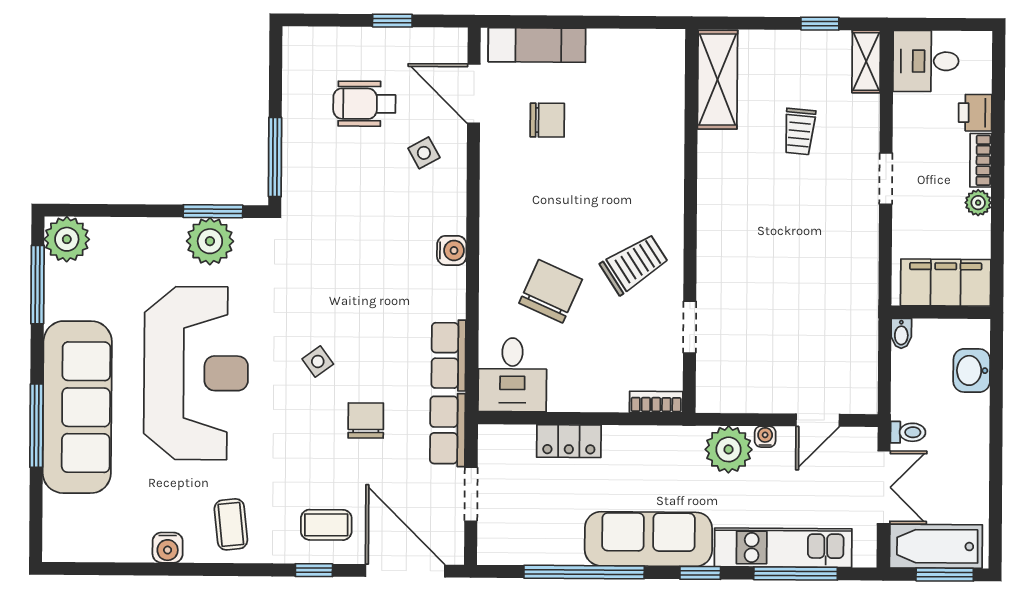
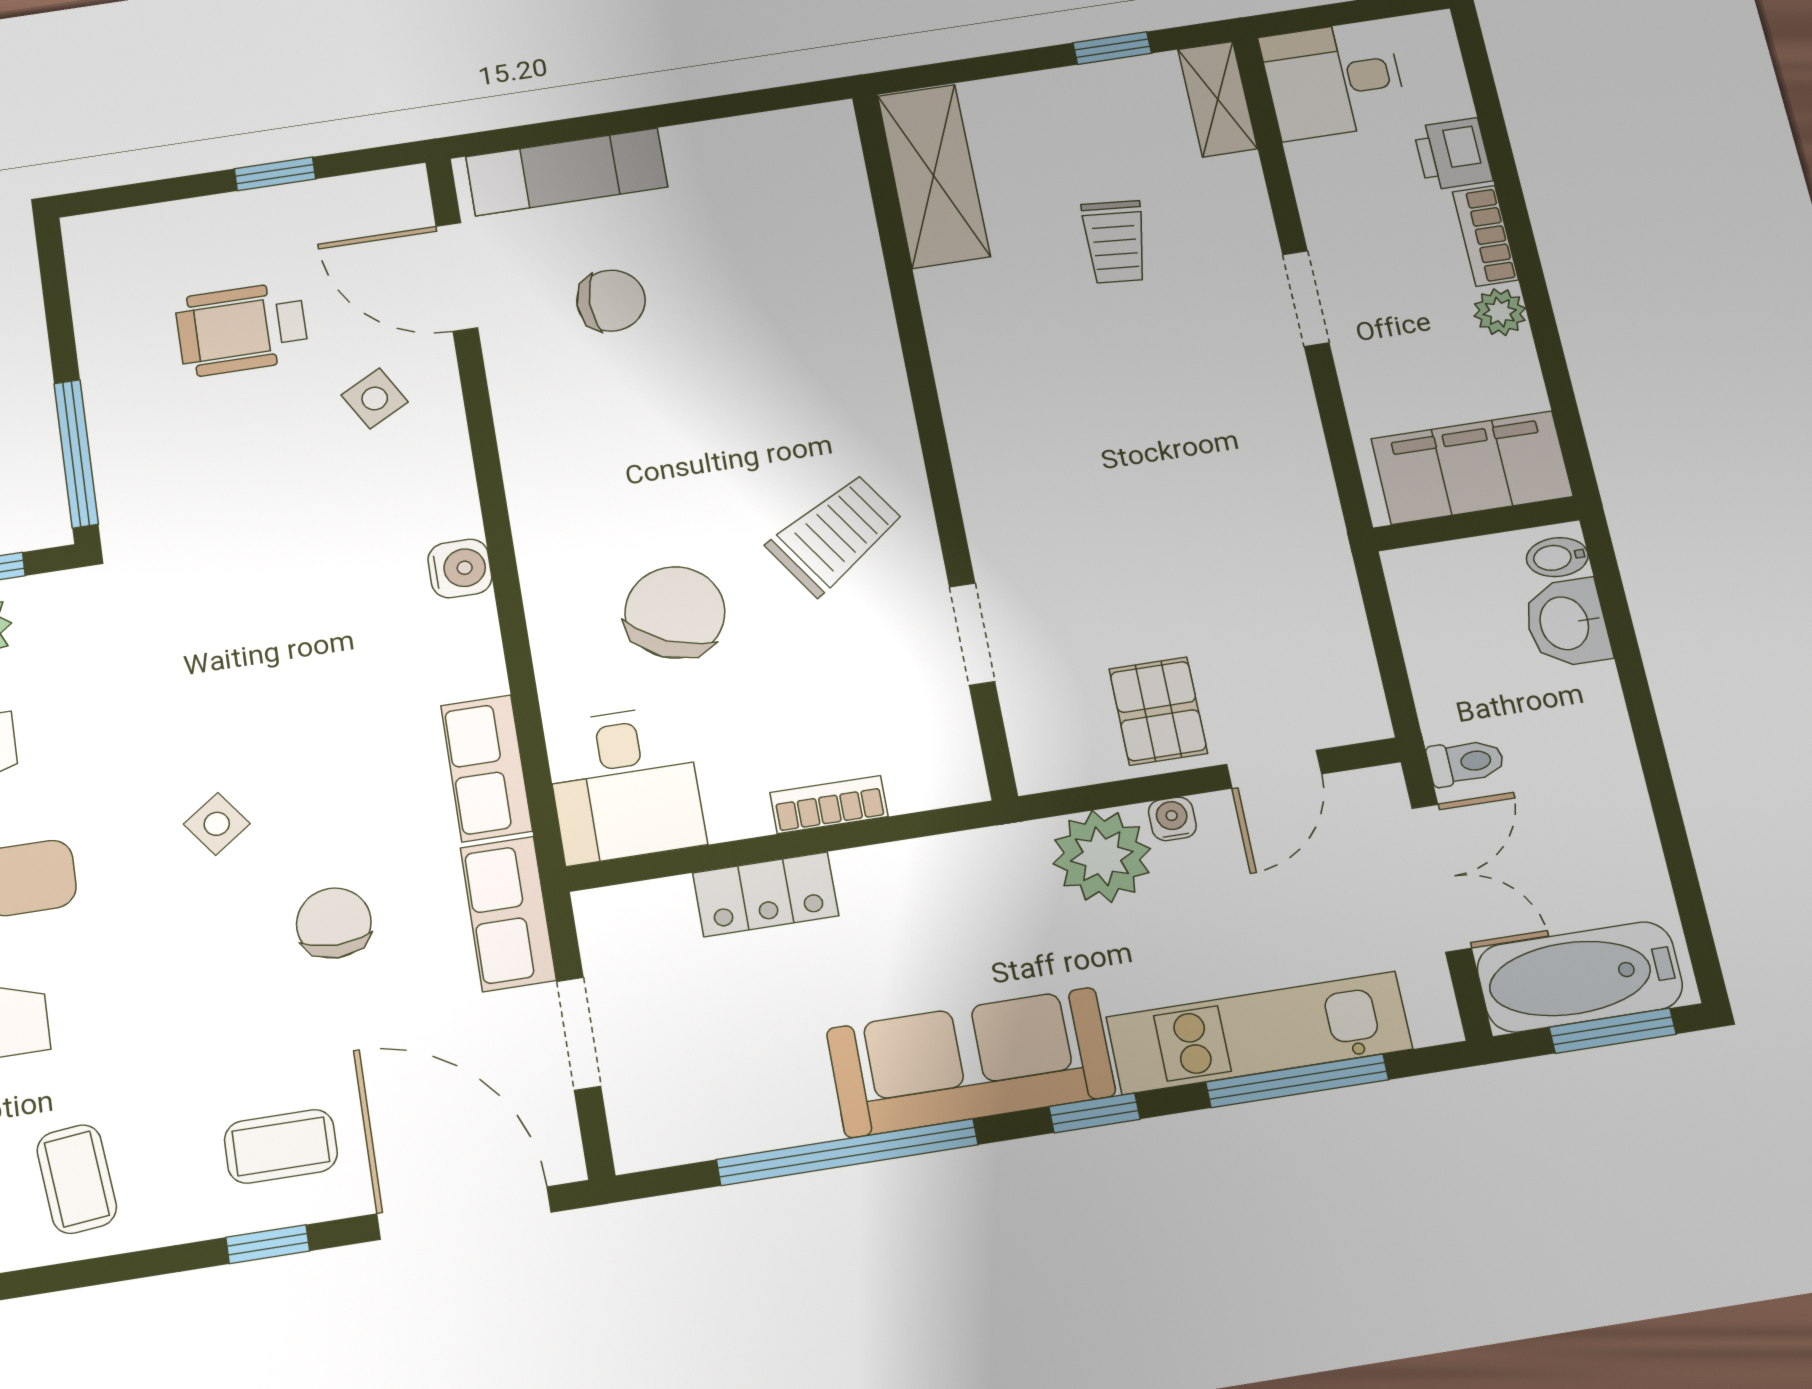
bidet: (901, 333) -> (1557, 557), moved, turned 90
pallet: (770, 382) -> (1158, 711), added
bookcase: (656, 402) -> (829, 804), moved

